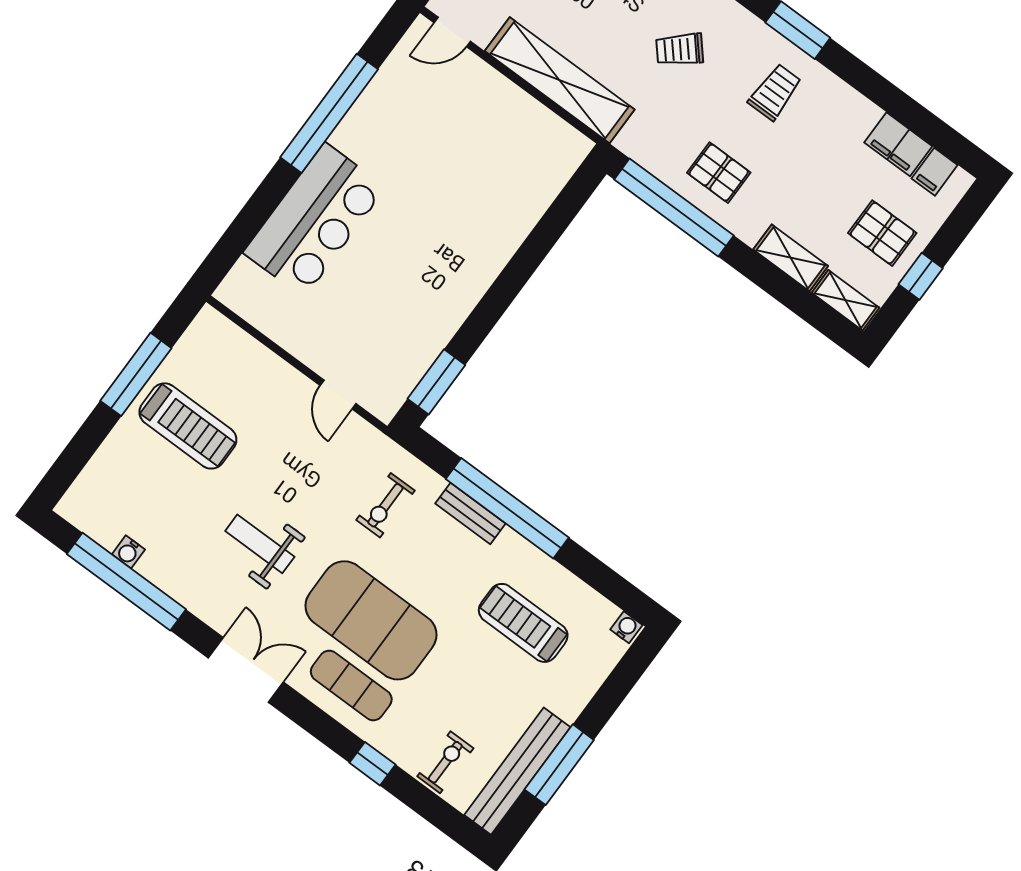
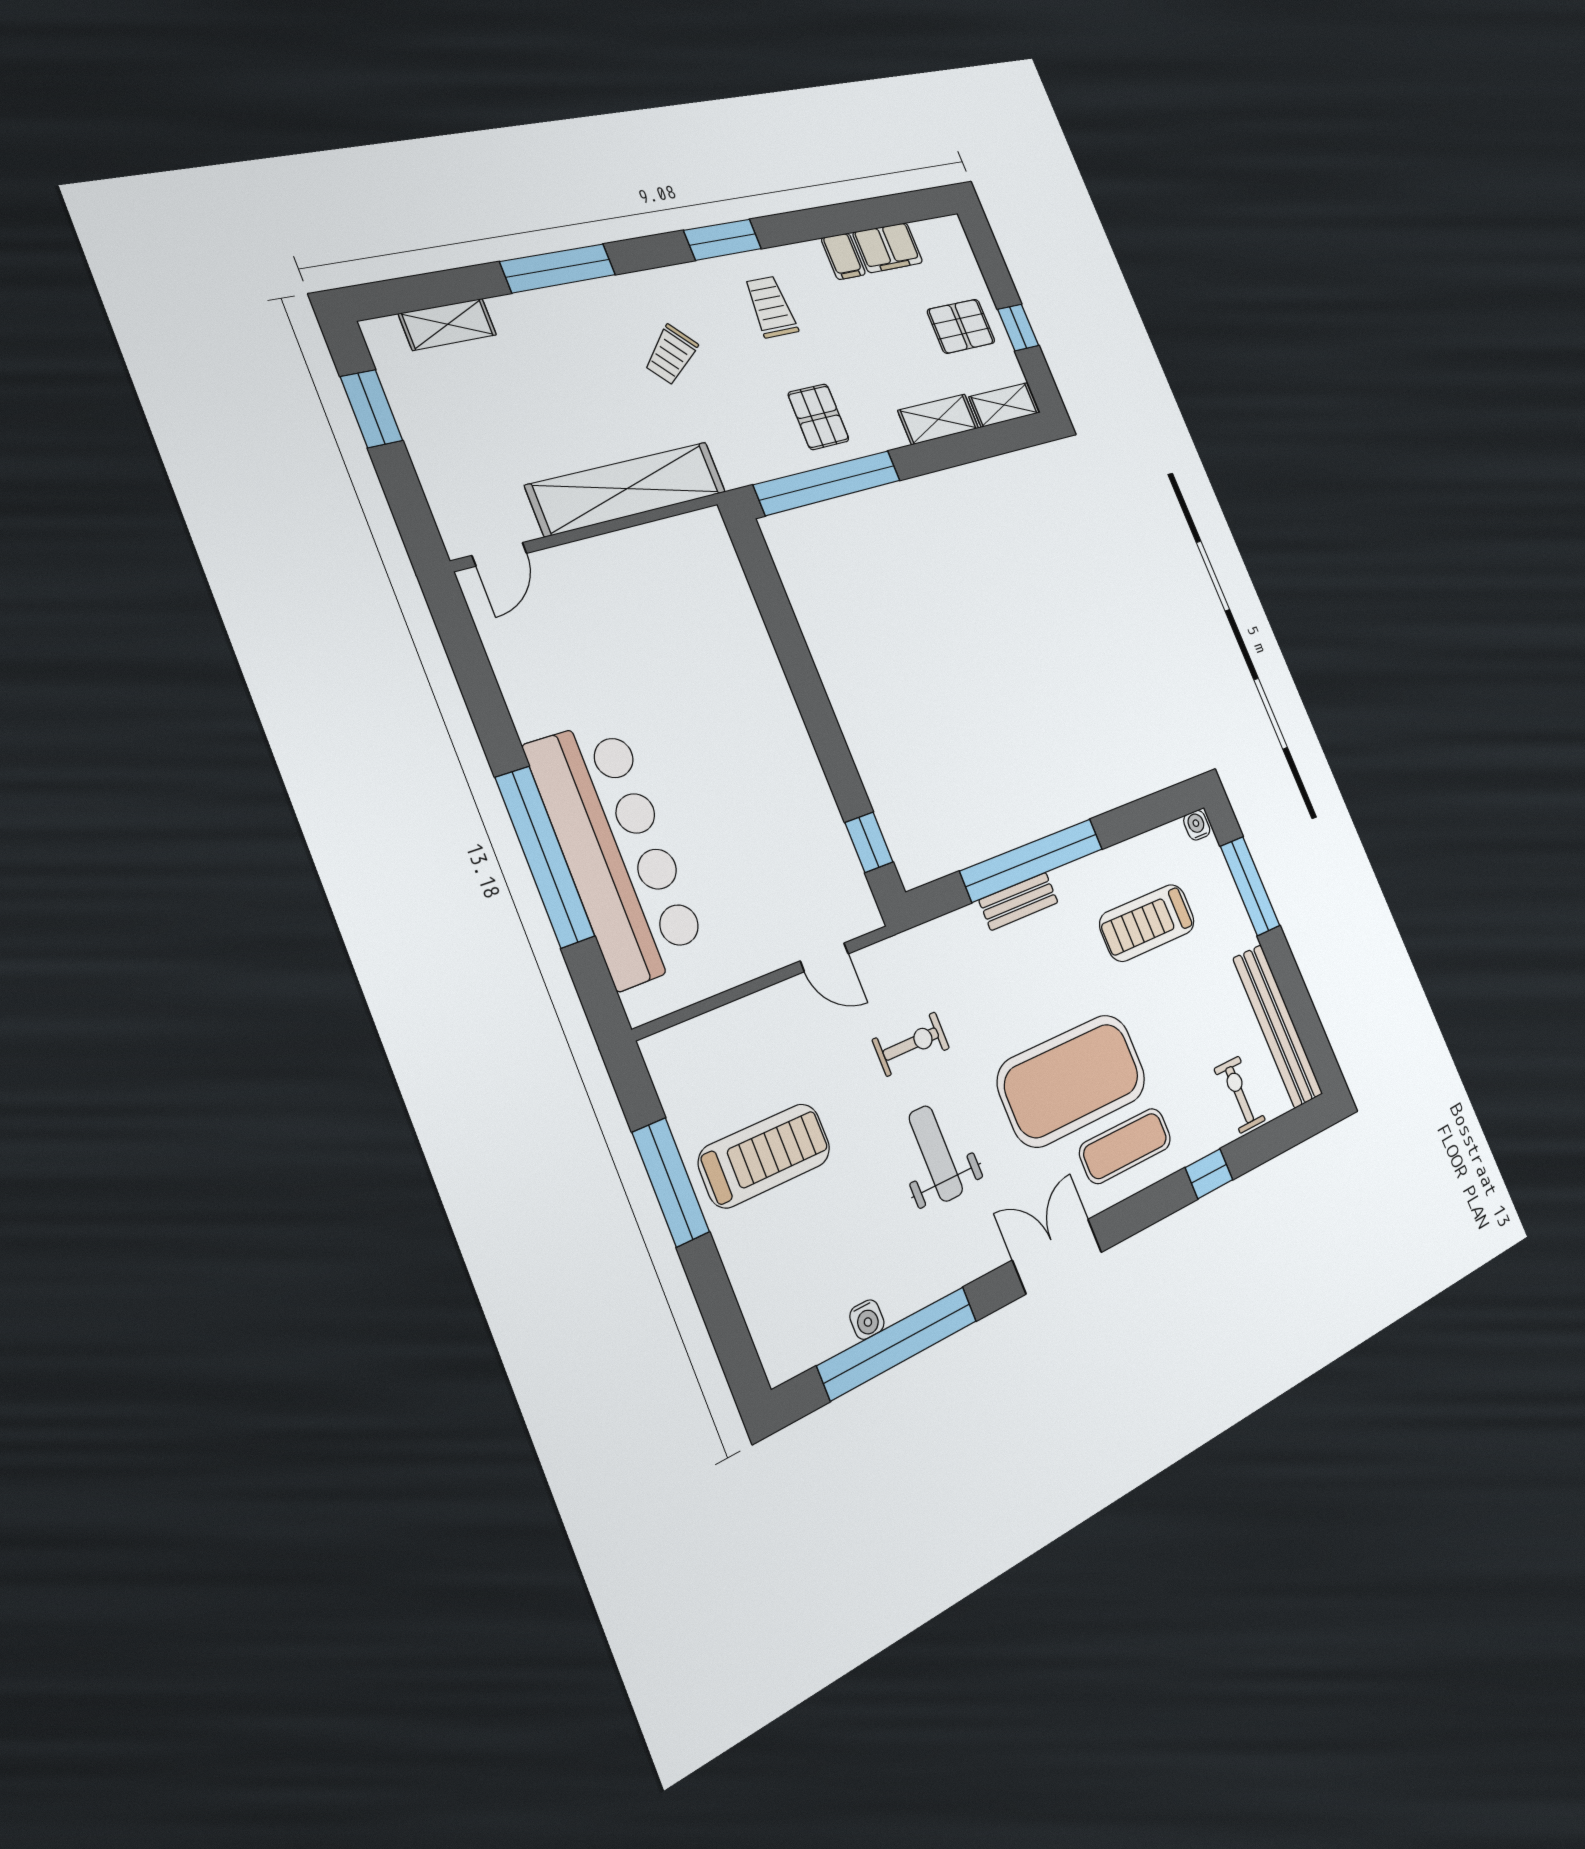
window: (329, 113) -> (545, 857), moved
filing cabinet: (935, 172) -> (843, 256), moved
pallet: (719, 173) -> (819, 417), turned 90
bar counter: (315, 220) -> (617, 852), width x1.36
window: (436, 382) -> (869, 842), width x0.67
exercise bike: (385, 505) -> (911, 1044), moved, turned -90
weight bench: (260, 544) -> (936, 1153), turned 90
window: (559, 765) -> (1250, 886), moved

